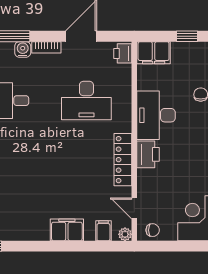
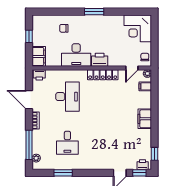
water cooler: (23, 49) -> (37, 135), removed
filing cabinet: (67, 230) -> (145, 119), moved

